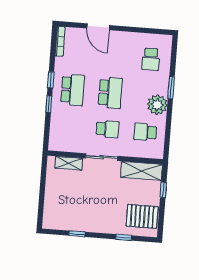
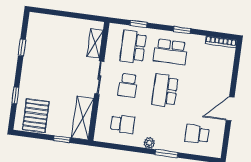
door: (98, 27) -> (230, 109), moved
school desk: (110, 93) -> (165, 90), turned 90
window: (49, 104) -> (138, 24), moved
plant: (157, 105) -> (149, 143), width x0.53, depth x0.53
school desk: (70, 126) -> (133, 47), added
school desk: (145, 132) -> (123, 124), turned 90

